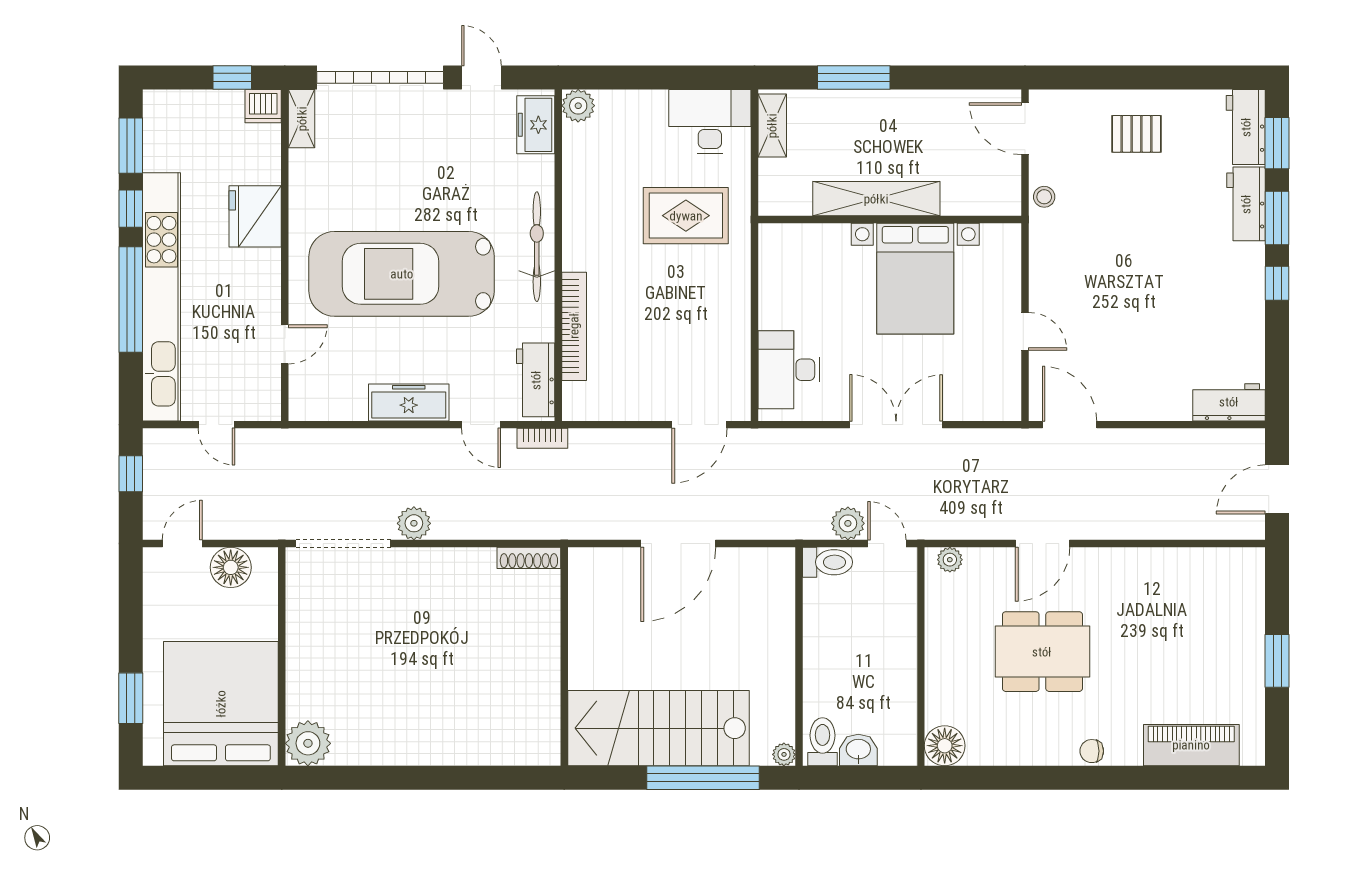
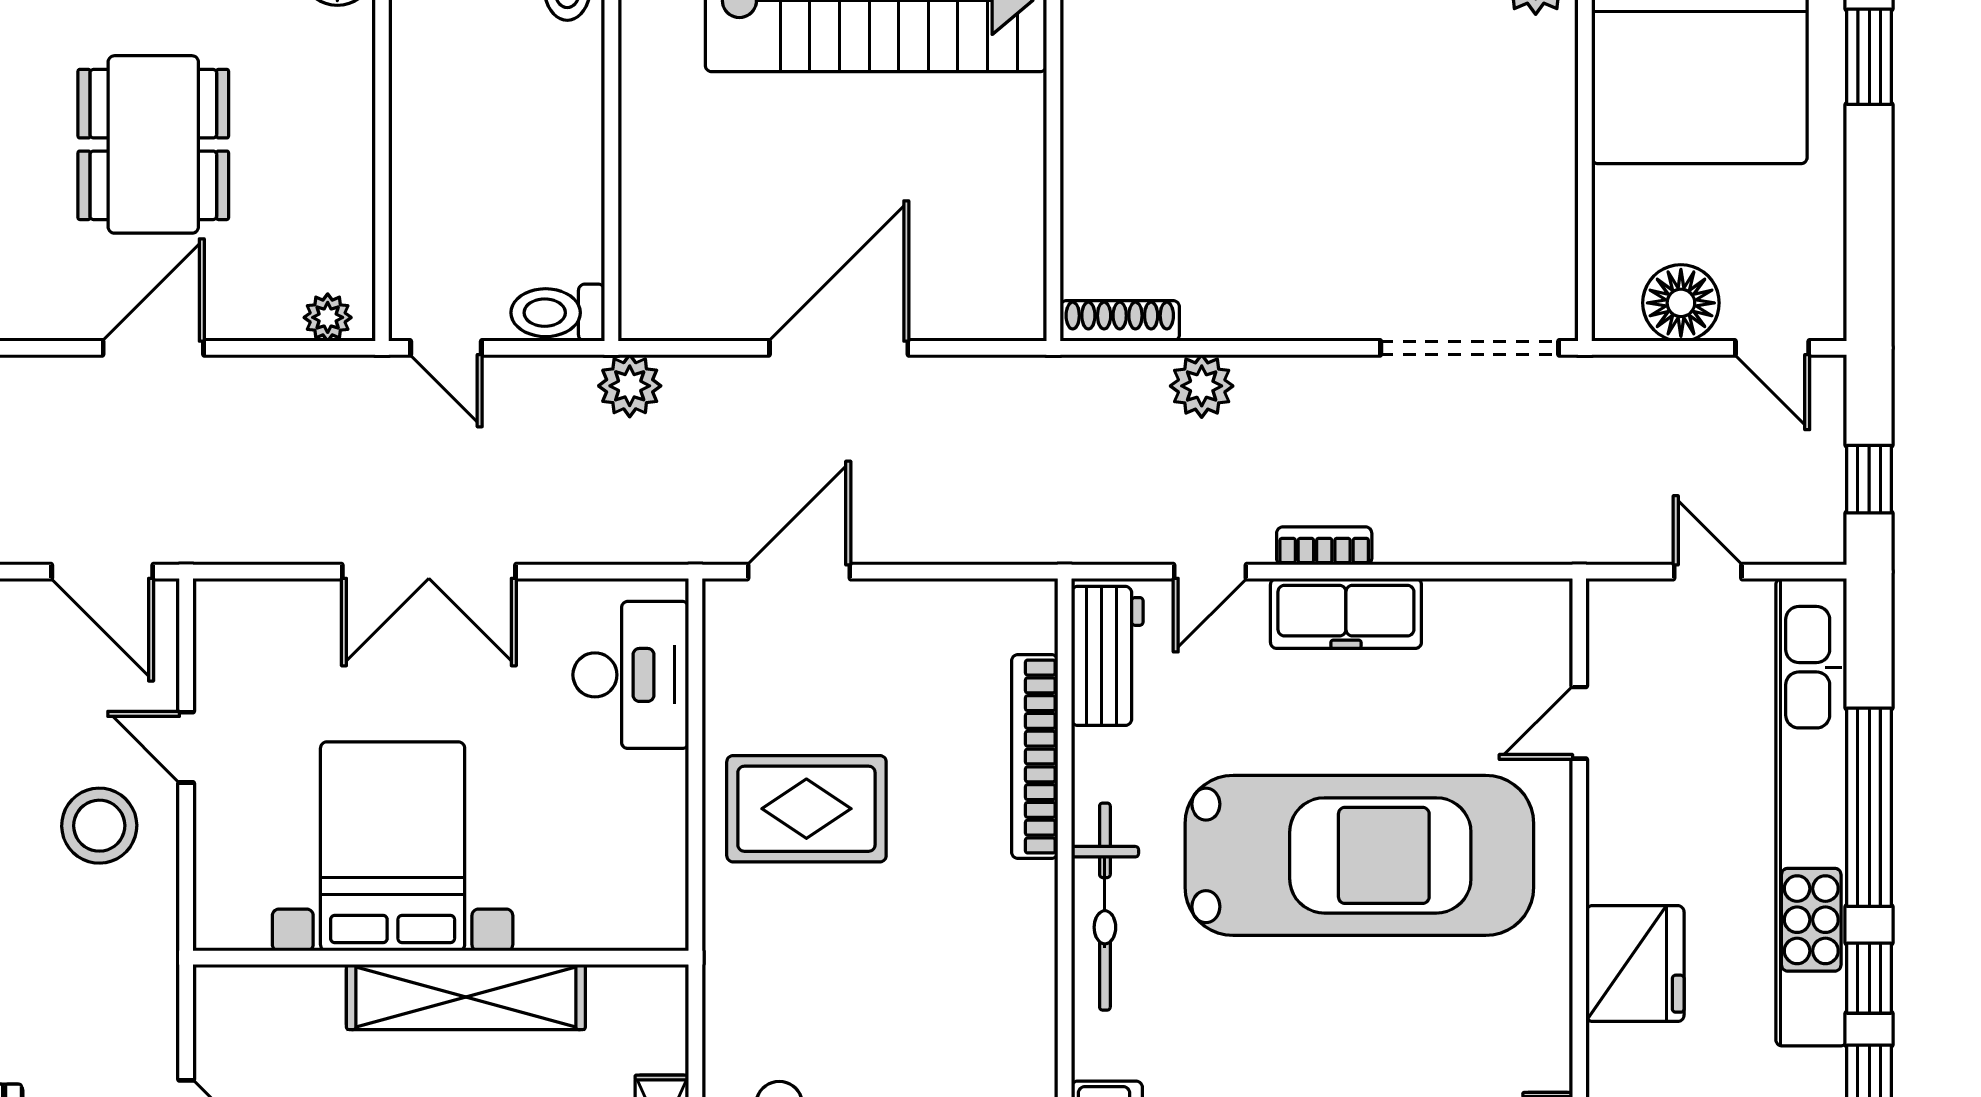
stool: (1044, 197) -> (99, 826), moved, width x1.89, depth x1.89
rug: (686, 216) -> (806, 809), moved
door: (481, 425) -> (1210, 572), swing flipped
bookcase: (542, 438) -> (1324, 546), moved
plant: (414, 523) -> (1202, 386), moved
plant: (848, 523) -> (630, 386), moved
door: (182, 544) -> (1772, 348), hinge flipped
dining table: (1042, 652) -> (153, 144), turned 90

